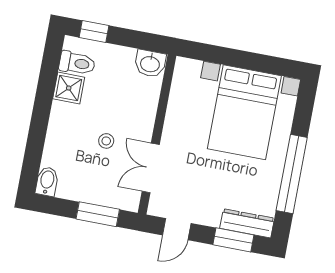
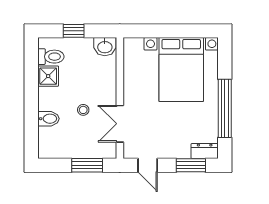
window: (94, 31) -> (74, 31), moved
bidet: (47, 181) -> (48, 119), moved, turned 90
dresser: (247, 223) -> (205, 151), width x0.70
door: (177, 229) -> (148, 165), hinge flipped

